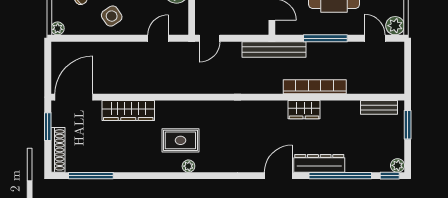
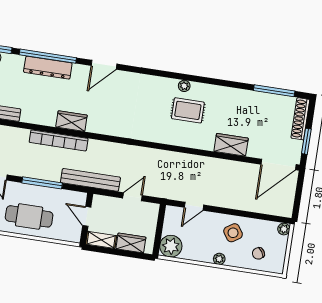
door: (210, 38) -> (132, 197), moved
wardrobe: (128, 110) -> (231, 145), width x0.67
dresser: (319, 163) -> (48, 68), moved

